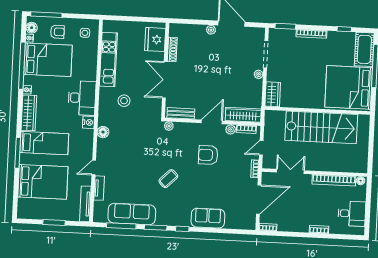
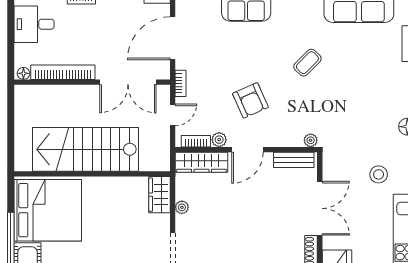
plant: (259, 74) -> (182, 207), moved
armchair: (208, 155) -> (250, 100), turned 66
double door: (290, 171) -> (128, 82), width x1.37

